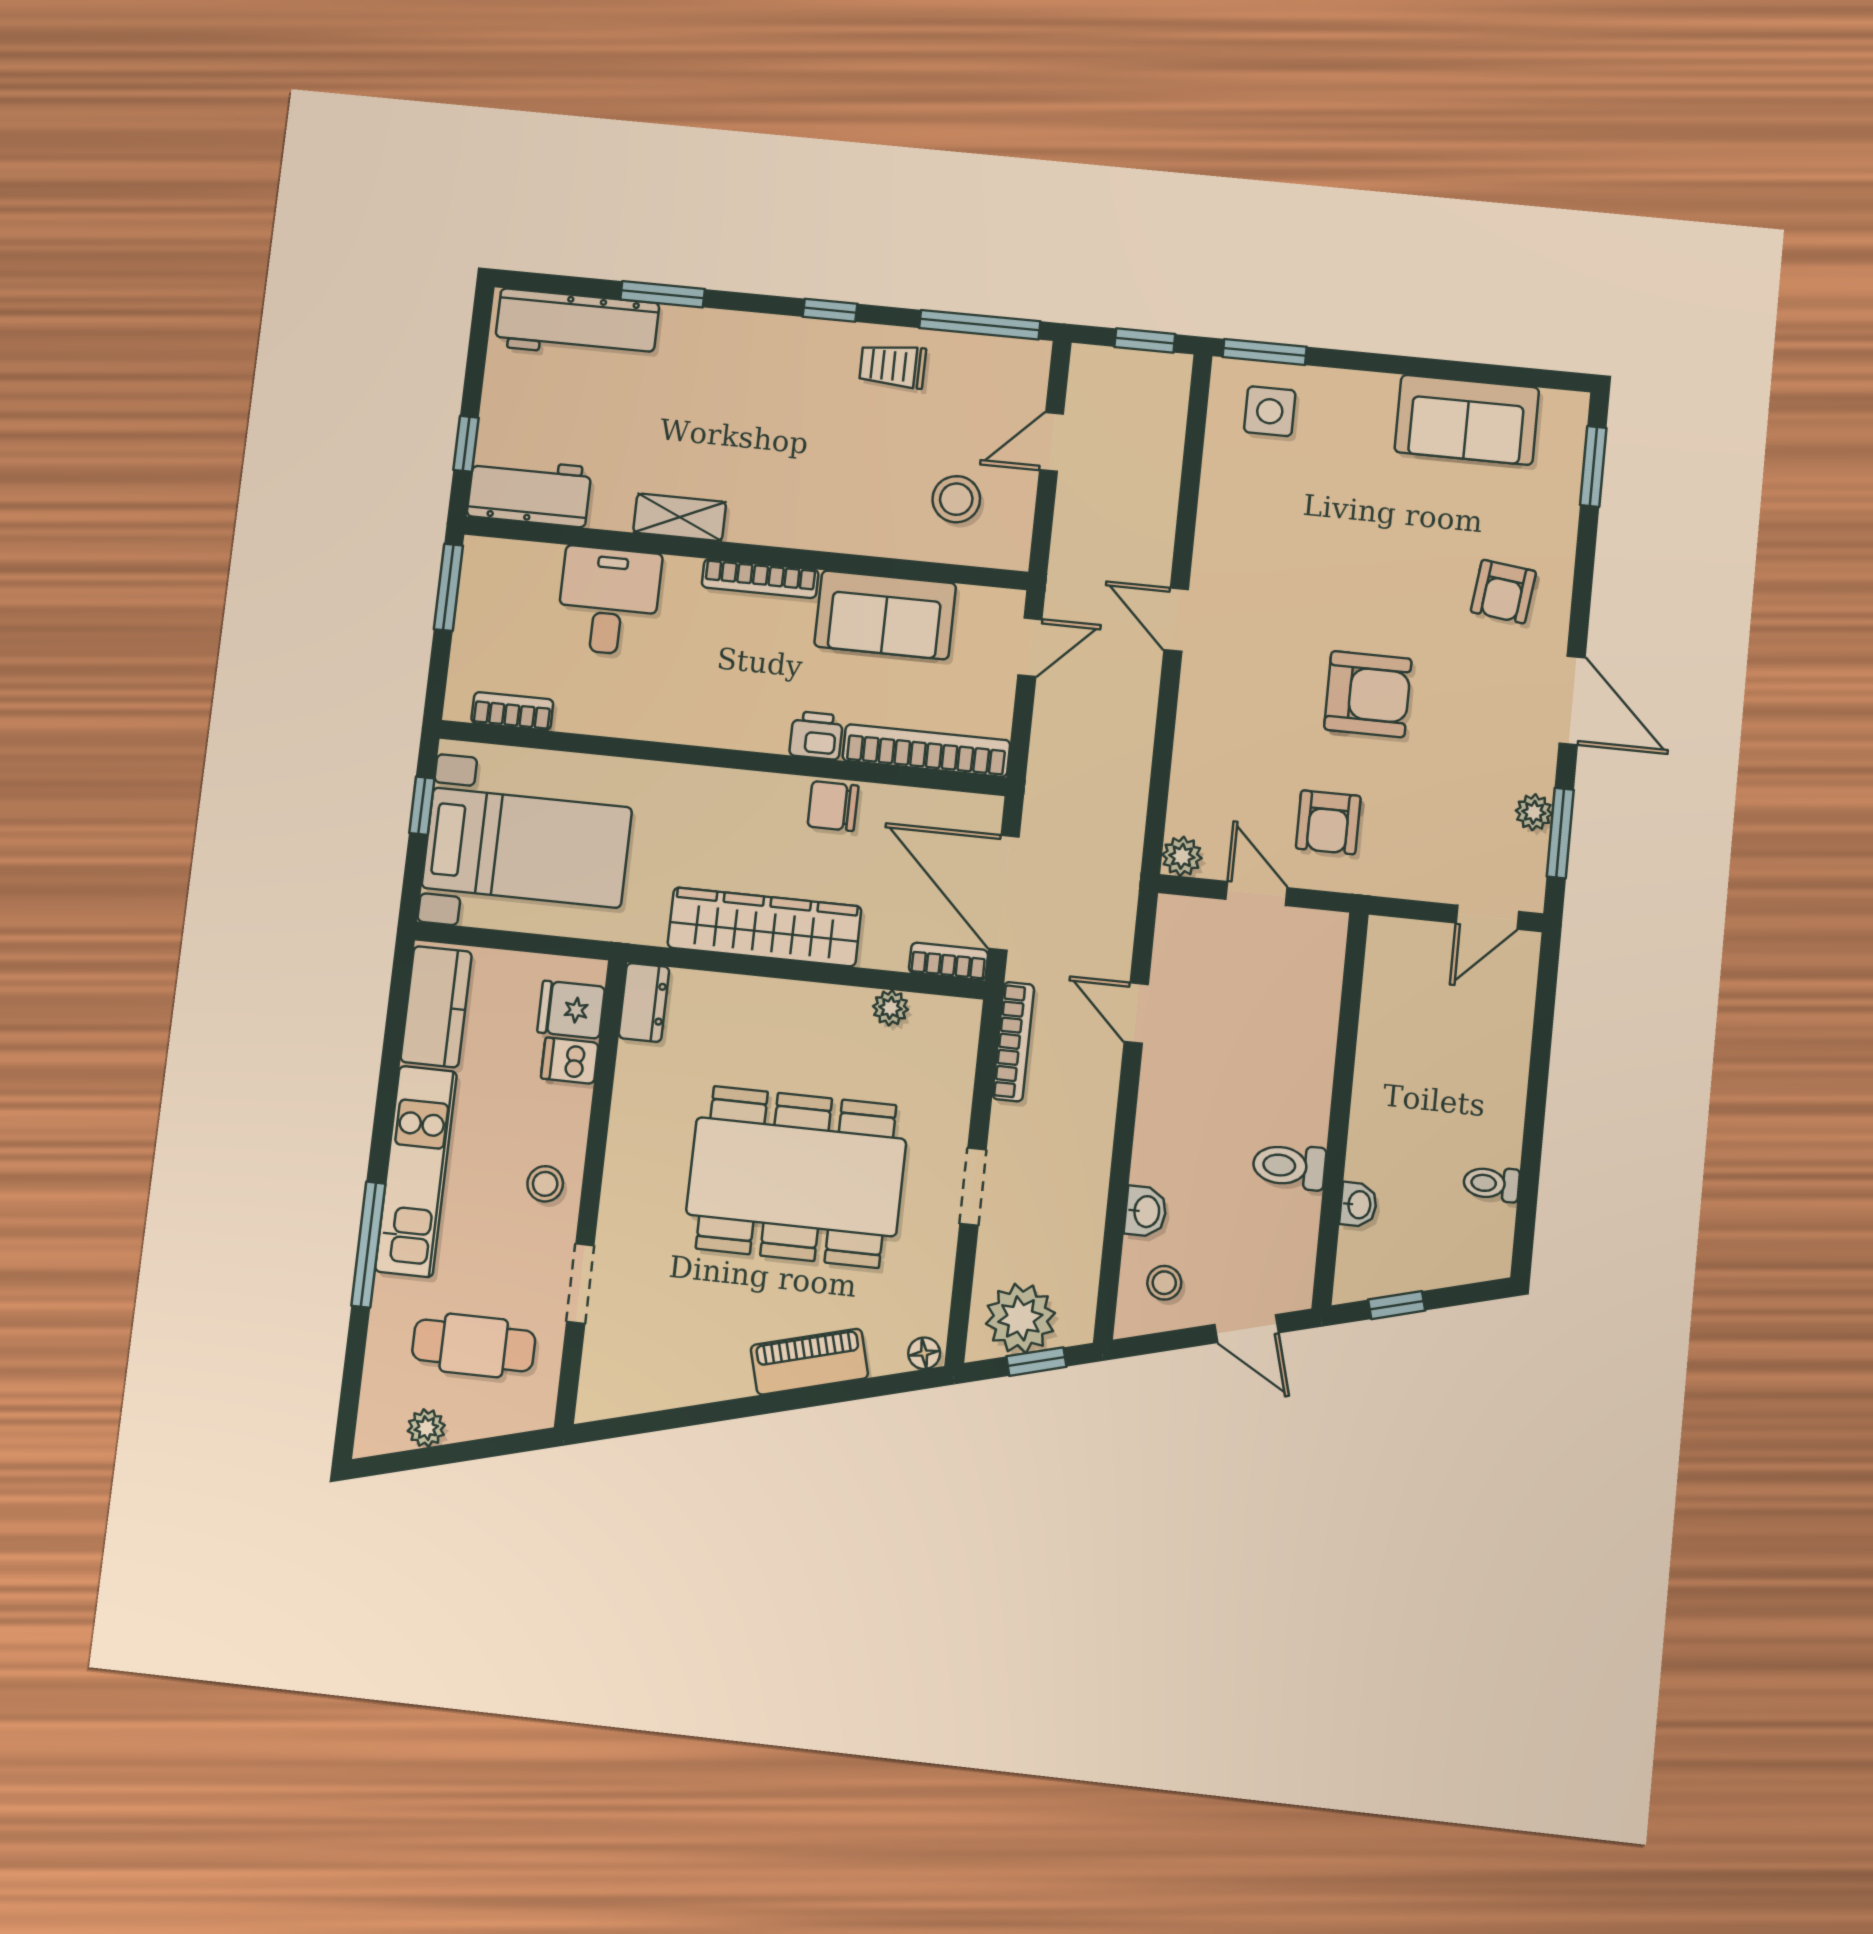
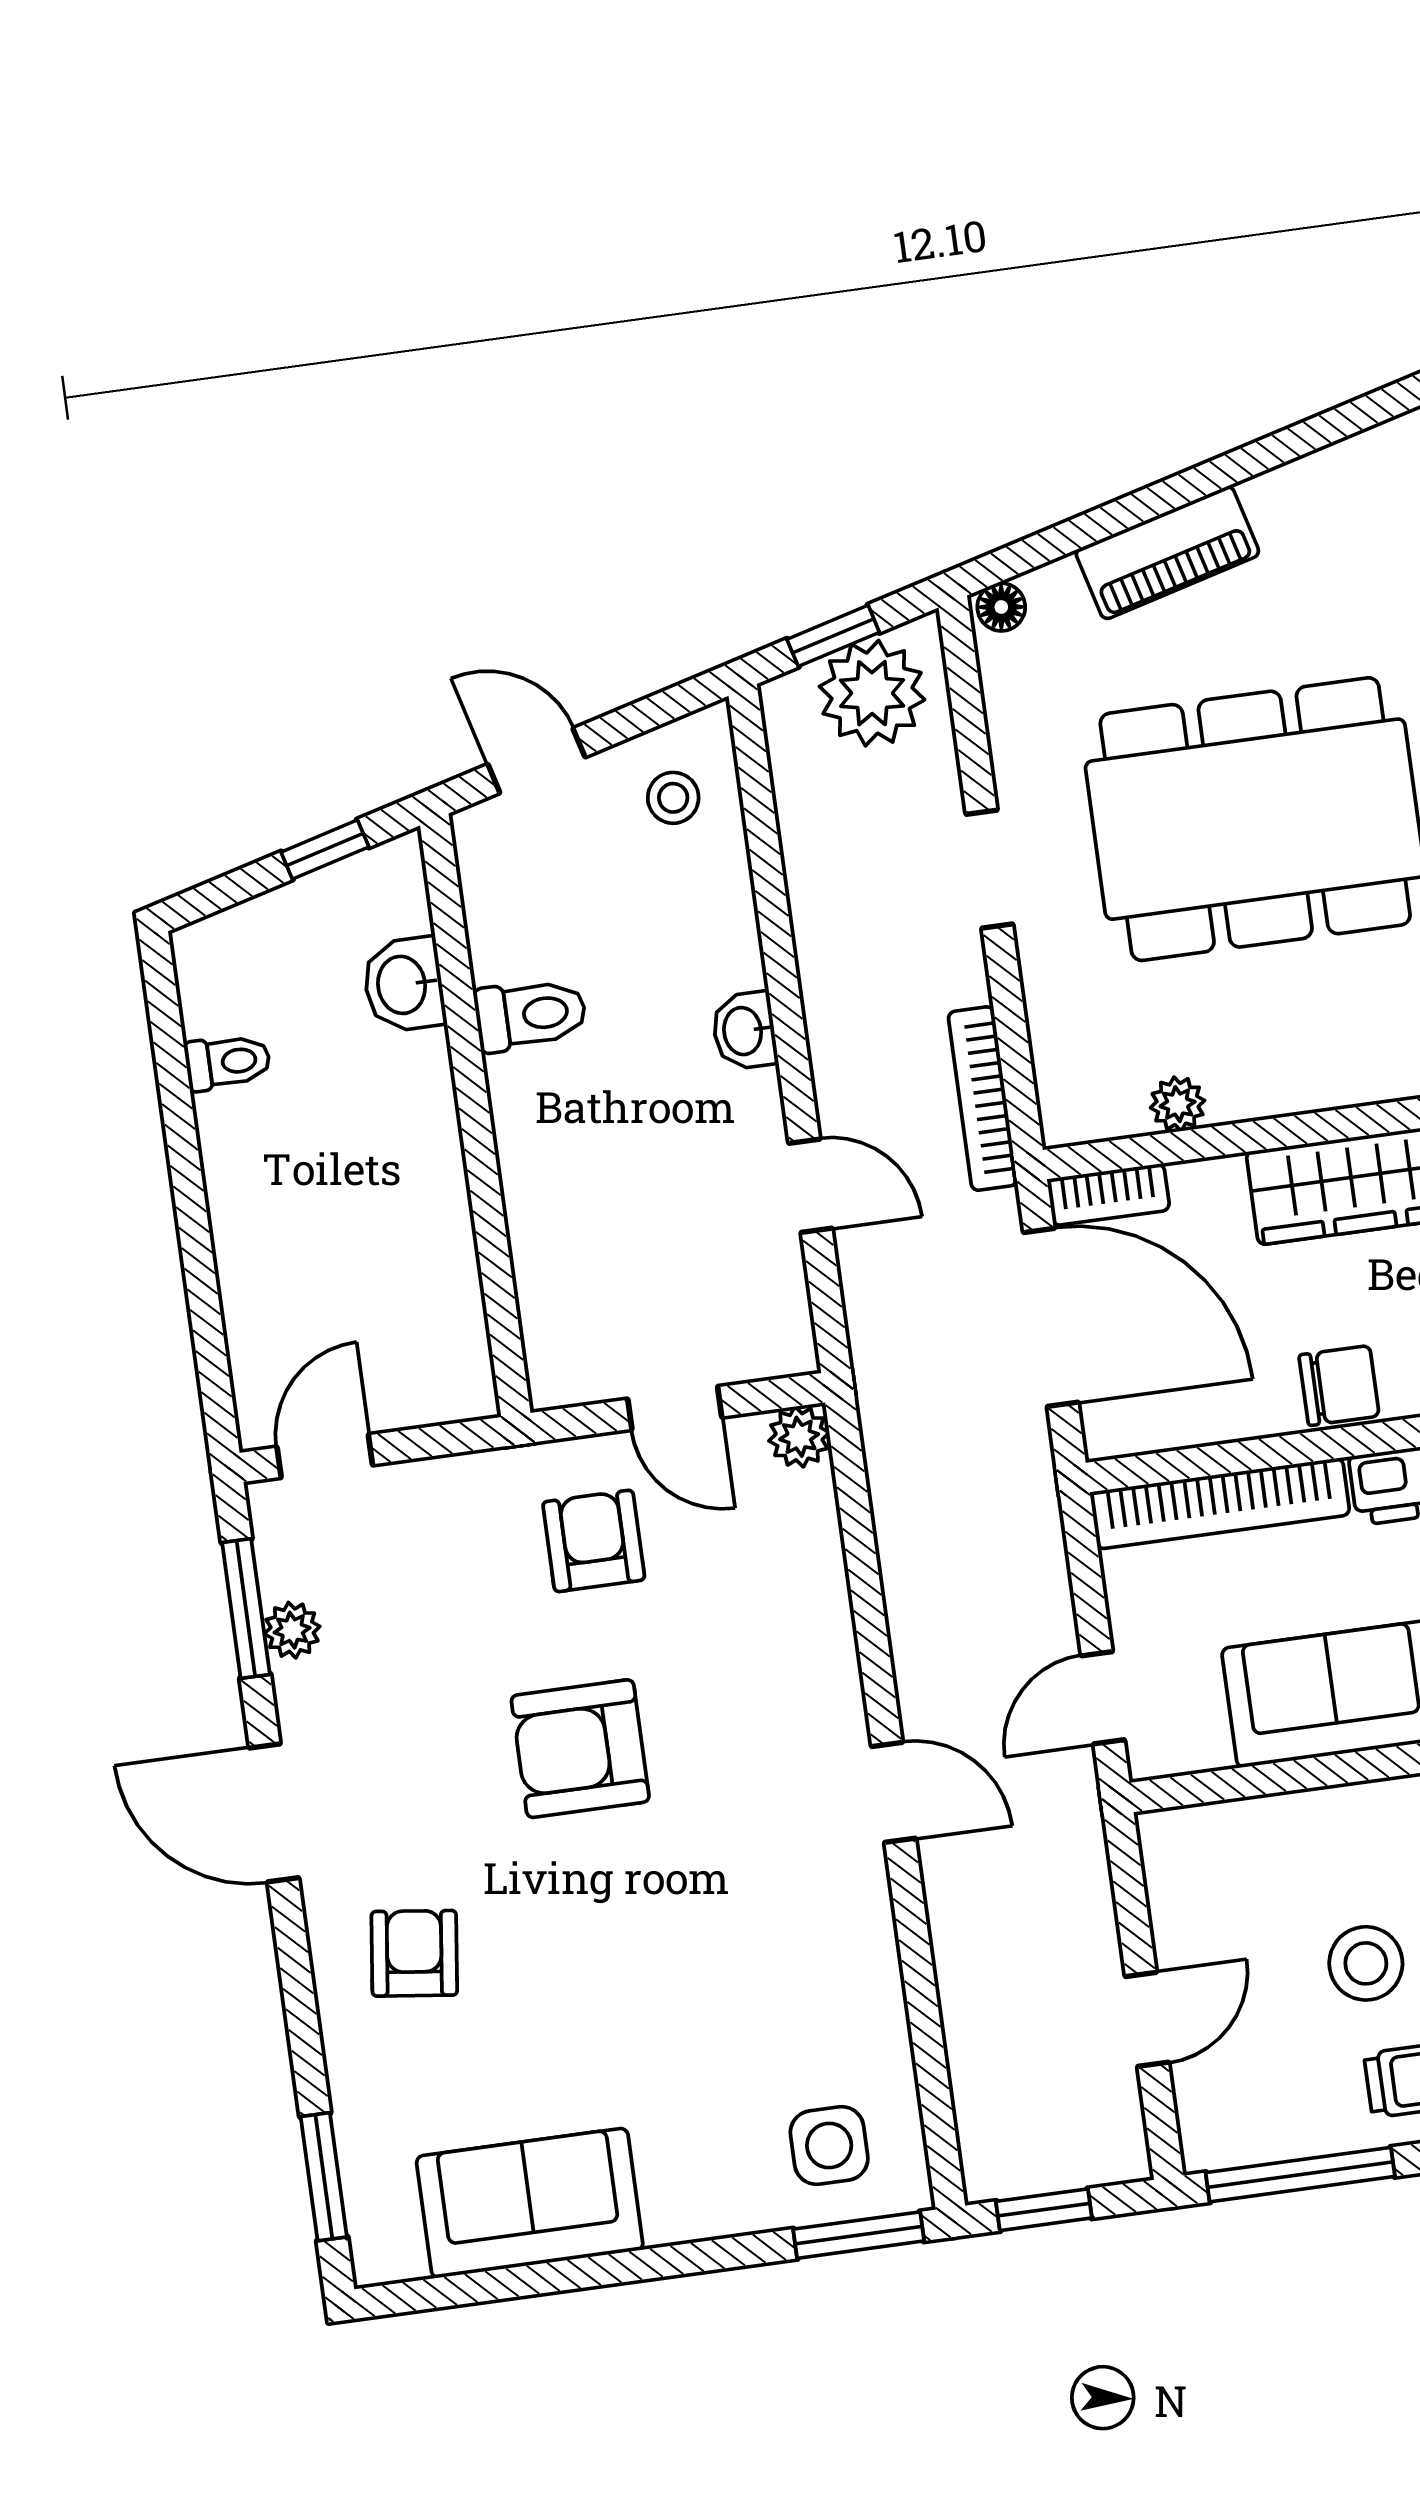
stool: (956, 499) -> (1366, 1963), moved
washbasin: (1358, 1205) -> (404, 985), width x1.38, depth x1.45
washbasin: (1146, 1211) -> (744, 1031), moved

